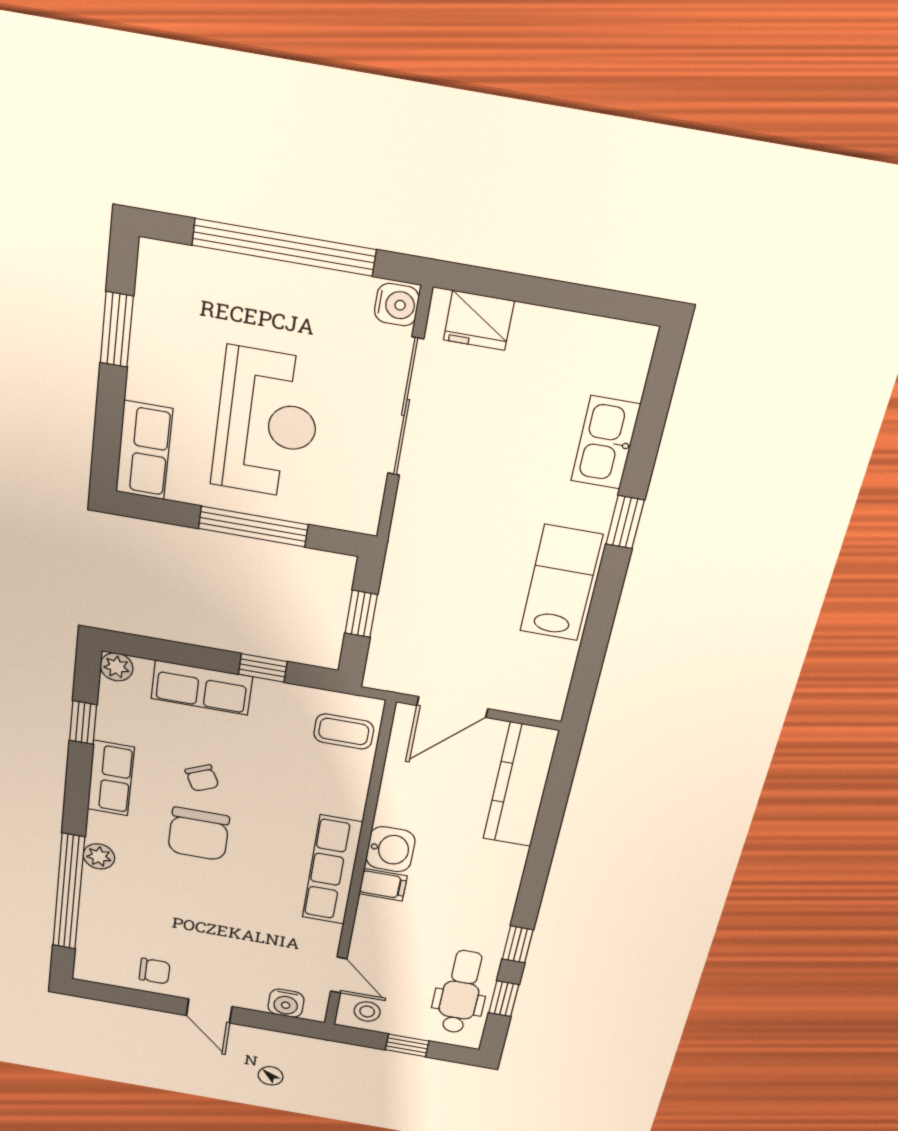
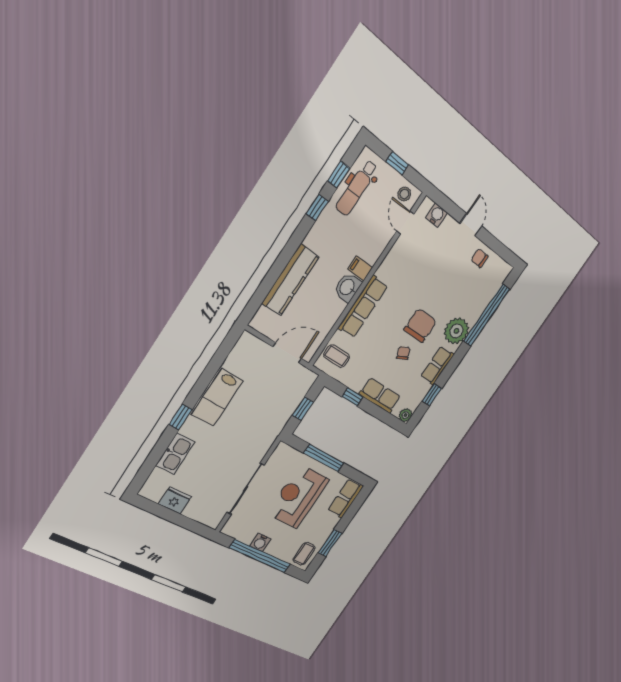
coffee table: (170, 283) -> (304, 554), added
water cooler: (397, 305) -> (260, 542), moved, turned -90
fridge: (479, 320) -> (175, 501), moved
kitchen counter: (521, 785) -> (290, 280), moved
plant: (99, 856) -> (456, 331), width x1.87, depth x1.87
row of seats: (332, 870) -> (363, 307), moved

